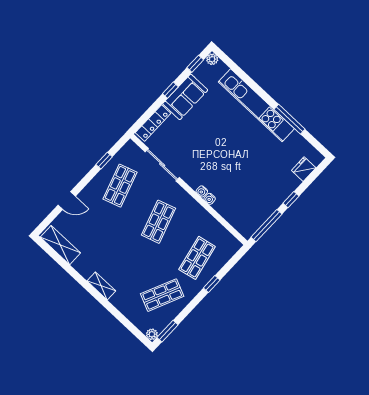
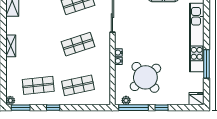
fridge: (304, 169) -> (196, 99), moved
round table: (249, 188) -> (145, 77), added
plant: (253, 226) -> (126, 100), added
window: (212, 284) -> (53, 108), moved
shop shelf: (162, 295) -> (38, 85), turned -30

